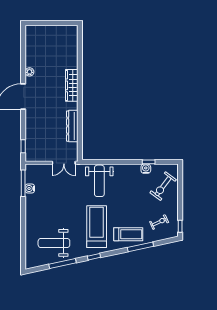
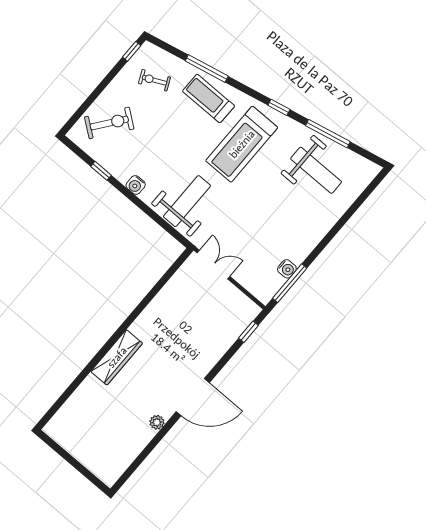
dresser: (72, 126) -> (161, 303), removed
water cooler: (146, 169) -> (136, 185), moved

